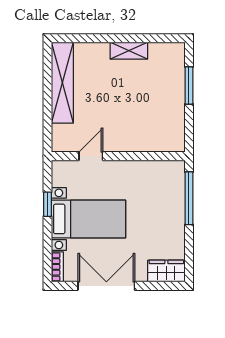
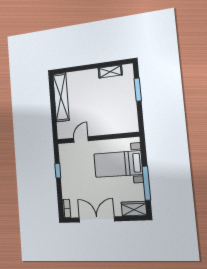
shelving: (129, 51) -> (110, 72), moved
window: (189, 198) -> (146, 183), moved
bed with nightstands: (89, 219) -> (118, 164), moved, turned 180

